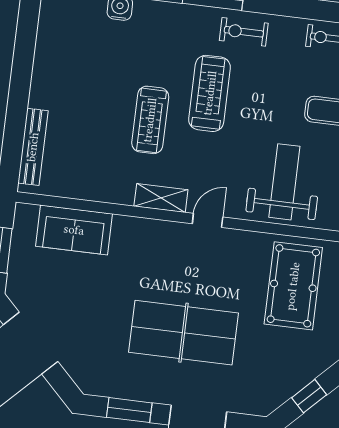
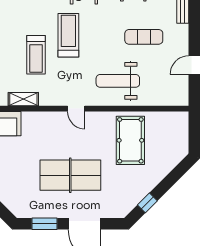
weight bench: (284, 182) -> (118, 81), turned -90
shelving: (161, 198) -> (23, 99), moved
door: (208, 220) -> (76, 109), swing flipped

